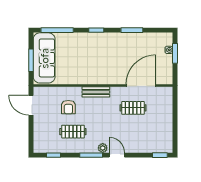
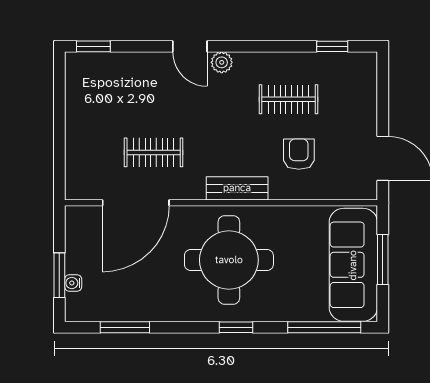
window: (132, 30) -> (125, 327), moved
round table: (99, 60) -> (229, 260), added
window: (91, 155) -> (248, 46), removed

